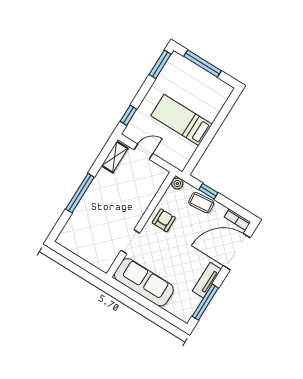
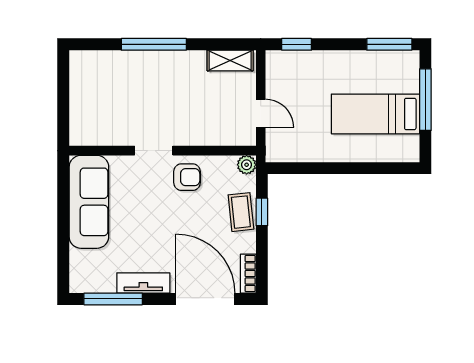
bed: (182, 120) -> (375, 114), moved, turned -90
door: (143, 152) -> (261, 113), moved
doorway: (130, 242) -> (154, 151), moved

